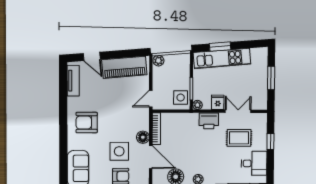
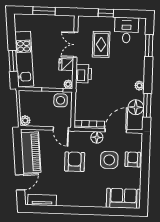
armchair: (87, 122) -> (75, 162), moved, turned 180

